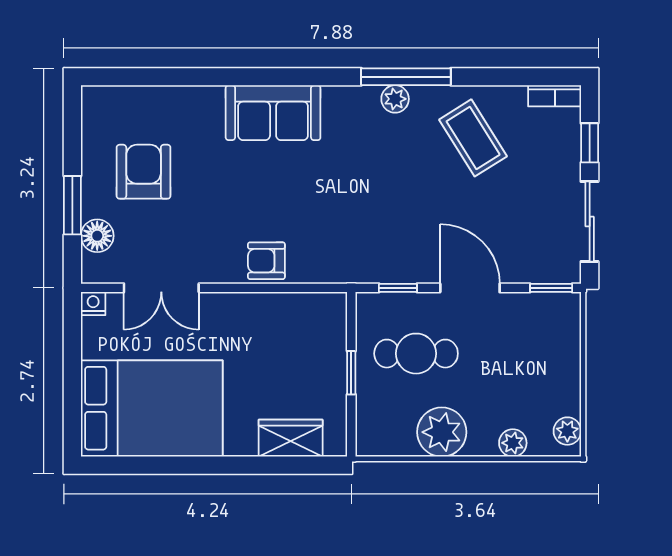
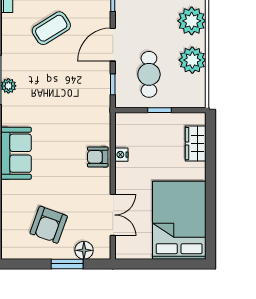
coffee table: (473, 138) -> (51, 28), moved
armchair: (144, 172) -> (49, 225), turned -70
armchair: (266, 261) -> (98, 157), turned 90
nightstand: (93, 304) -> (121, 155), moved
plant: (513, 443) -> (192, 21), width x1.88, depth x1.88

